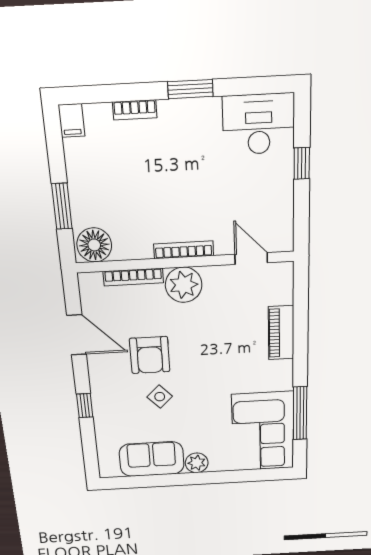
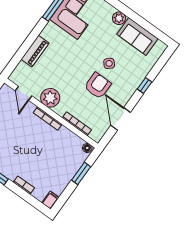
floor lamp: (94, 245) -> (87, 148), width x0.53, depth x0.53
plant: (184, 285) -> (50, 98), moved

